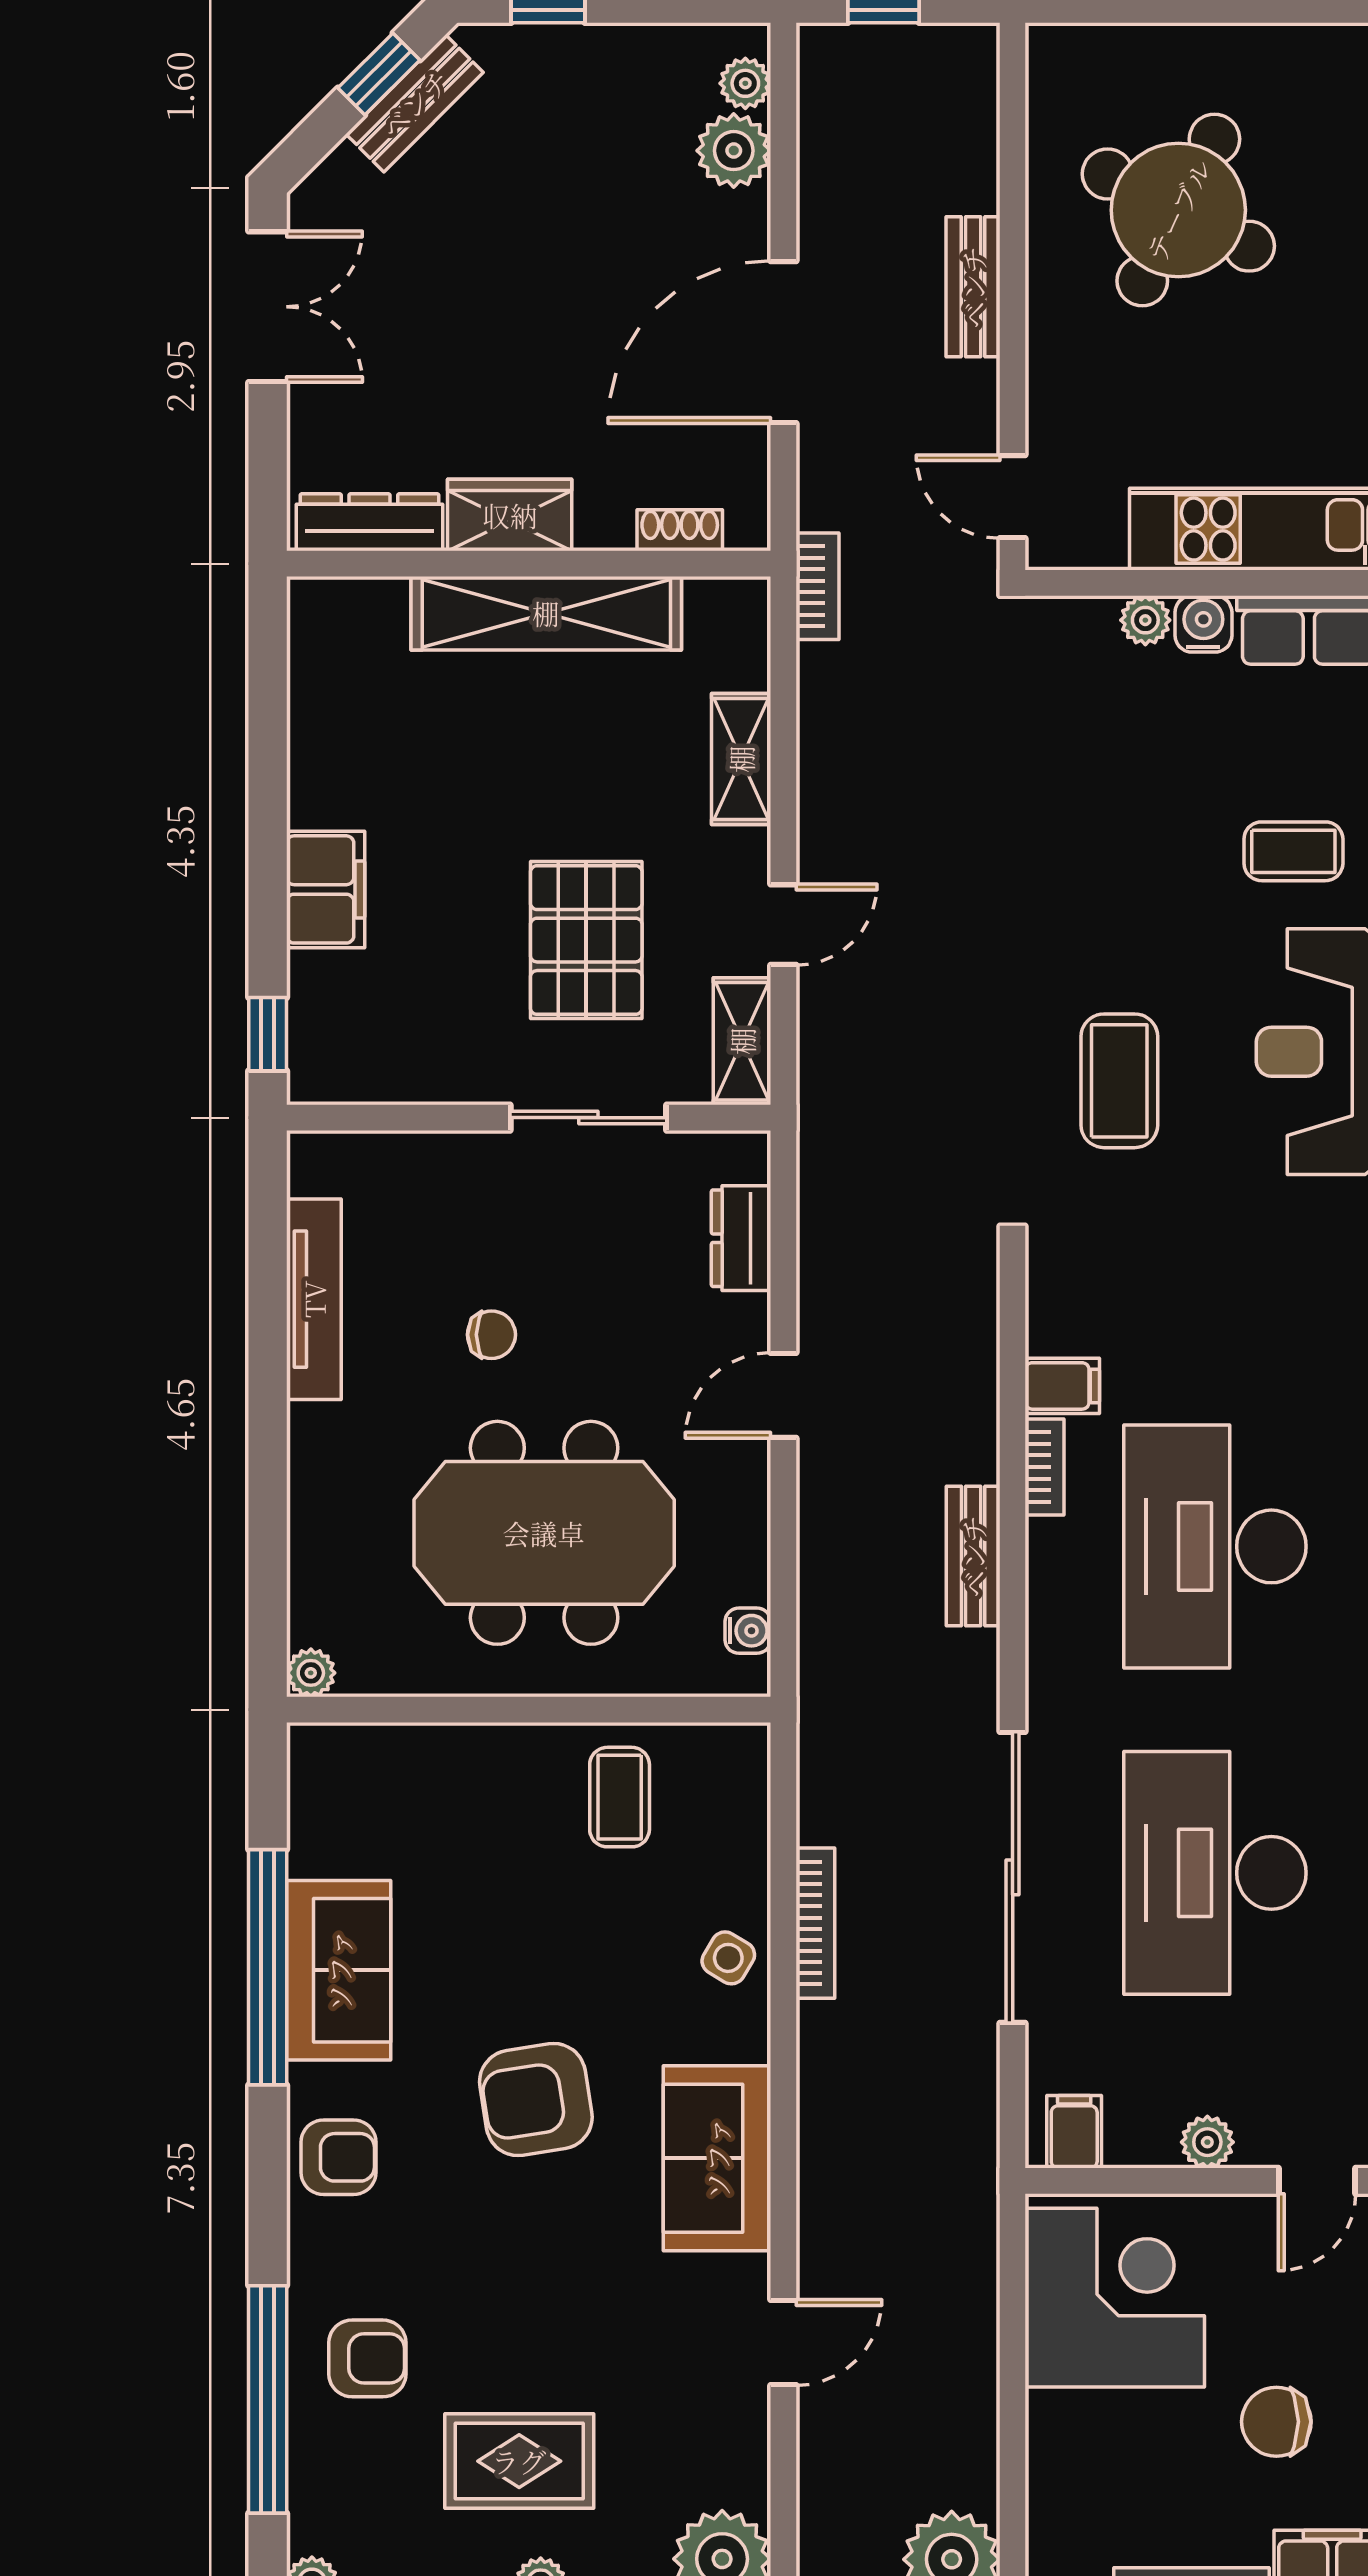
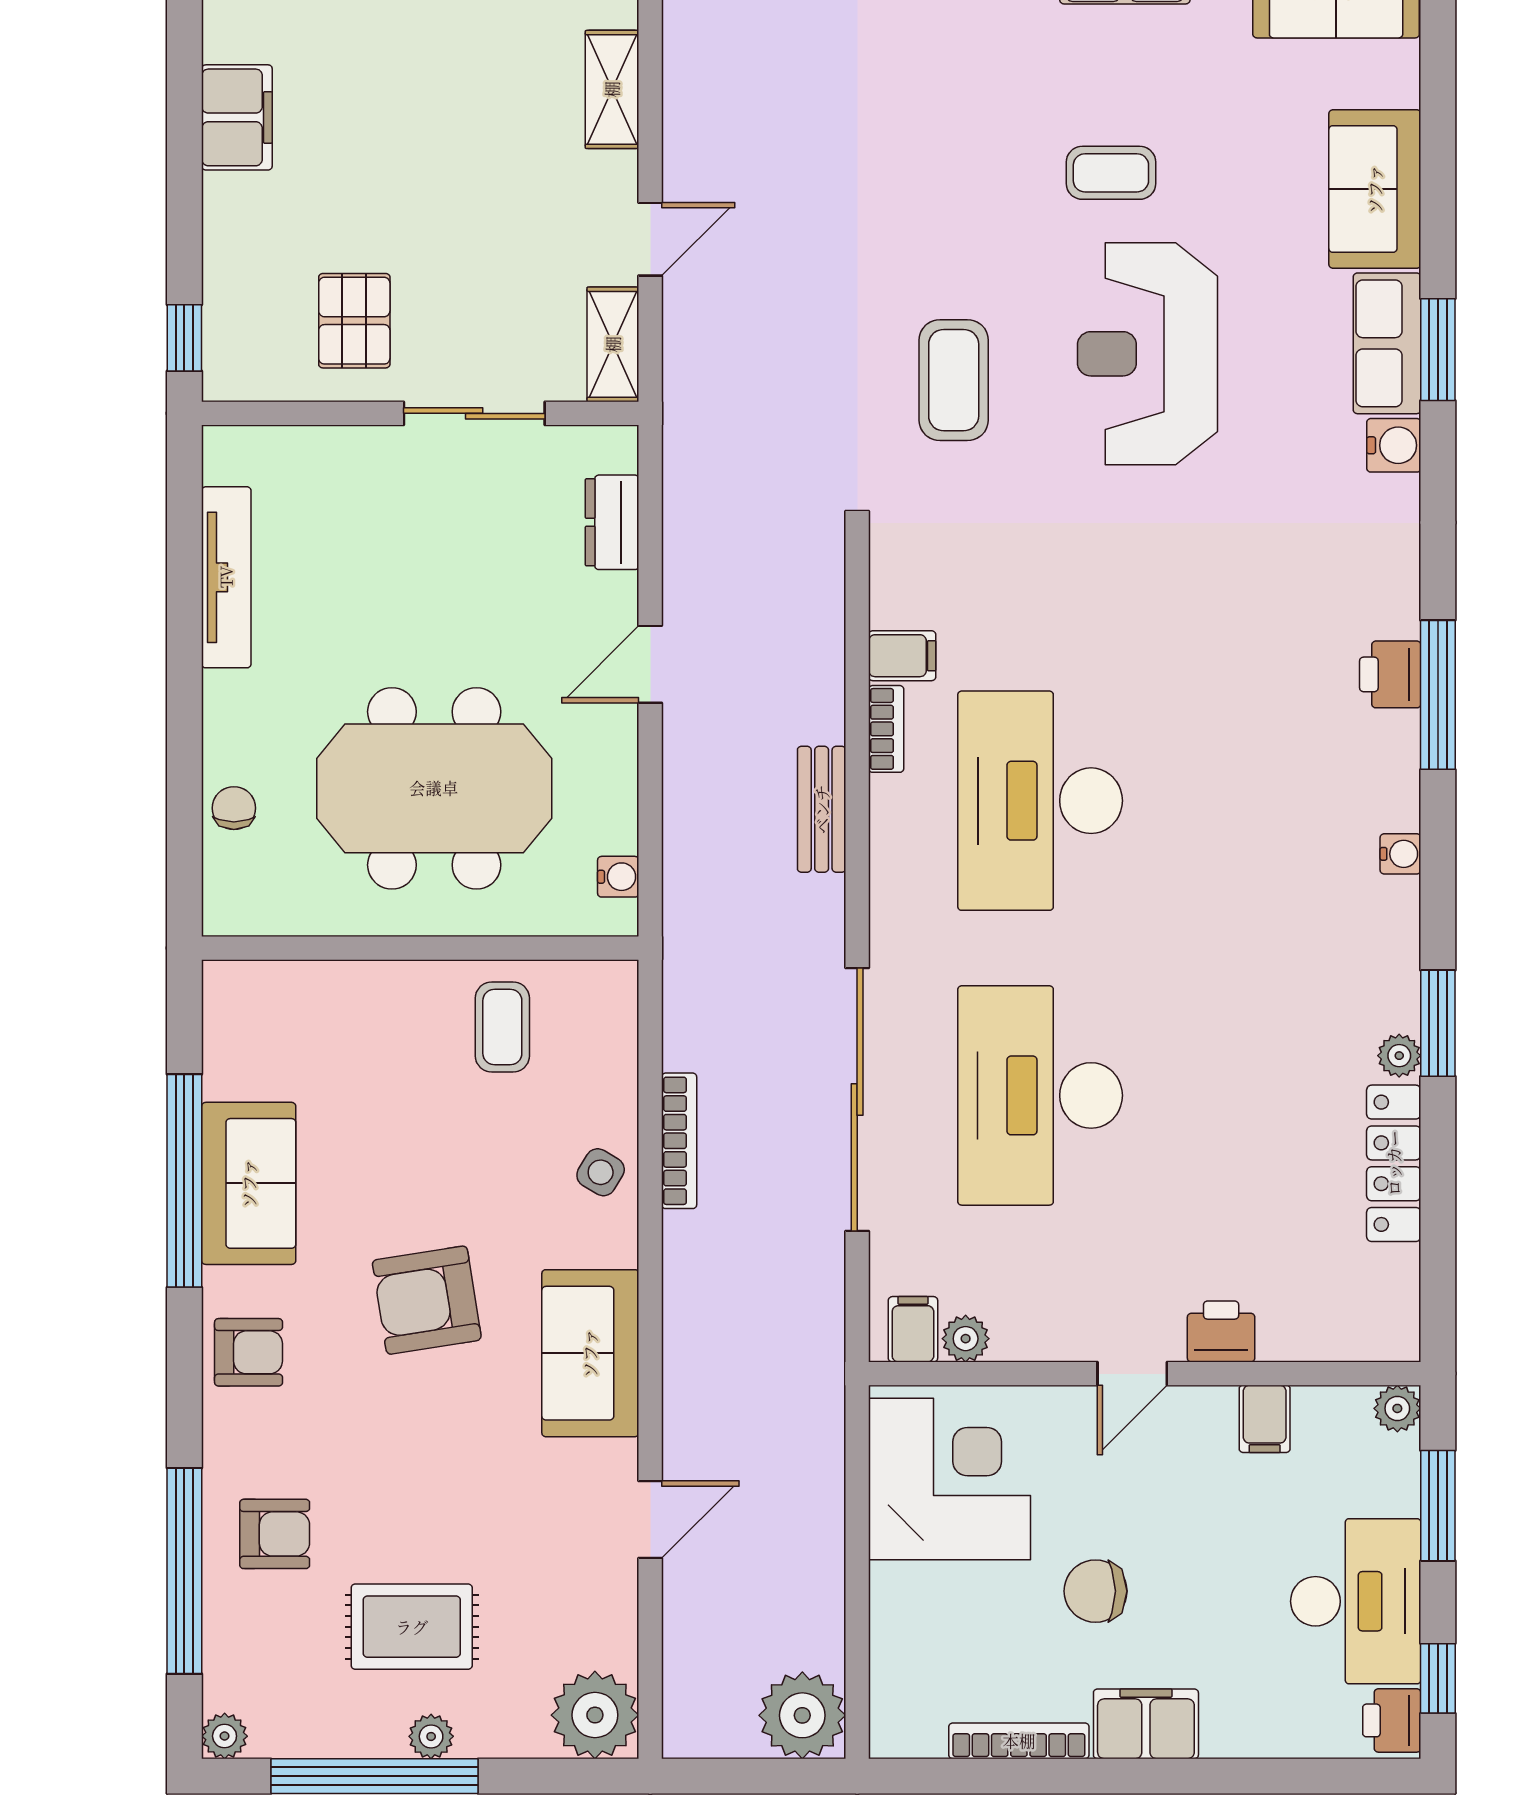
filing cabinet: (326, 889) -> (237, 117), moved
pallet: (586, 940) -> (354, 321), moved, width x0.67, depth x0.71
chair: (491, 1335) -> (234, 808), moved, turned -90
plant: (311, 1673) -> (223, 915), removed
plant: (1207, 2142) -> (966, 1339), moved

